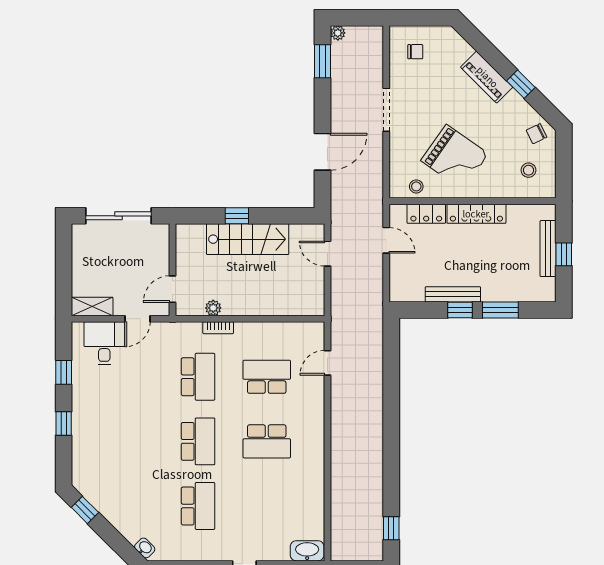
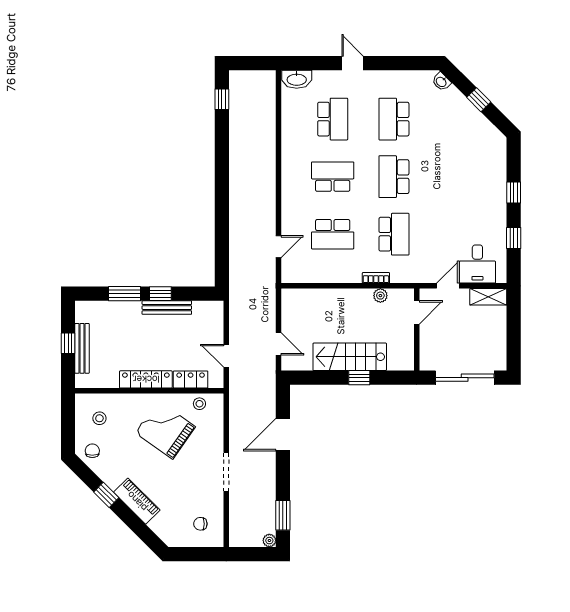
chair: (537, 134) -> (92, 451), turned -64
school desk: (198, 377) -> (394, 234), turned 180
school desk: (267, 506) -> (333, 119), added
window: (85, 510) -> (479, 100), moved

